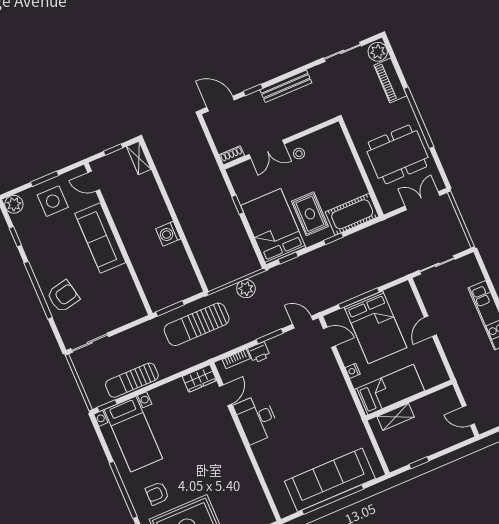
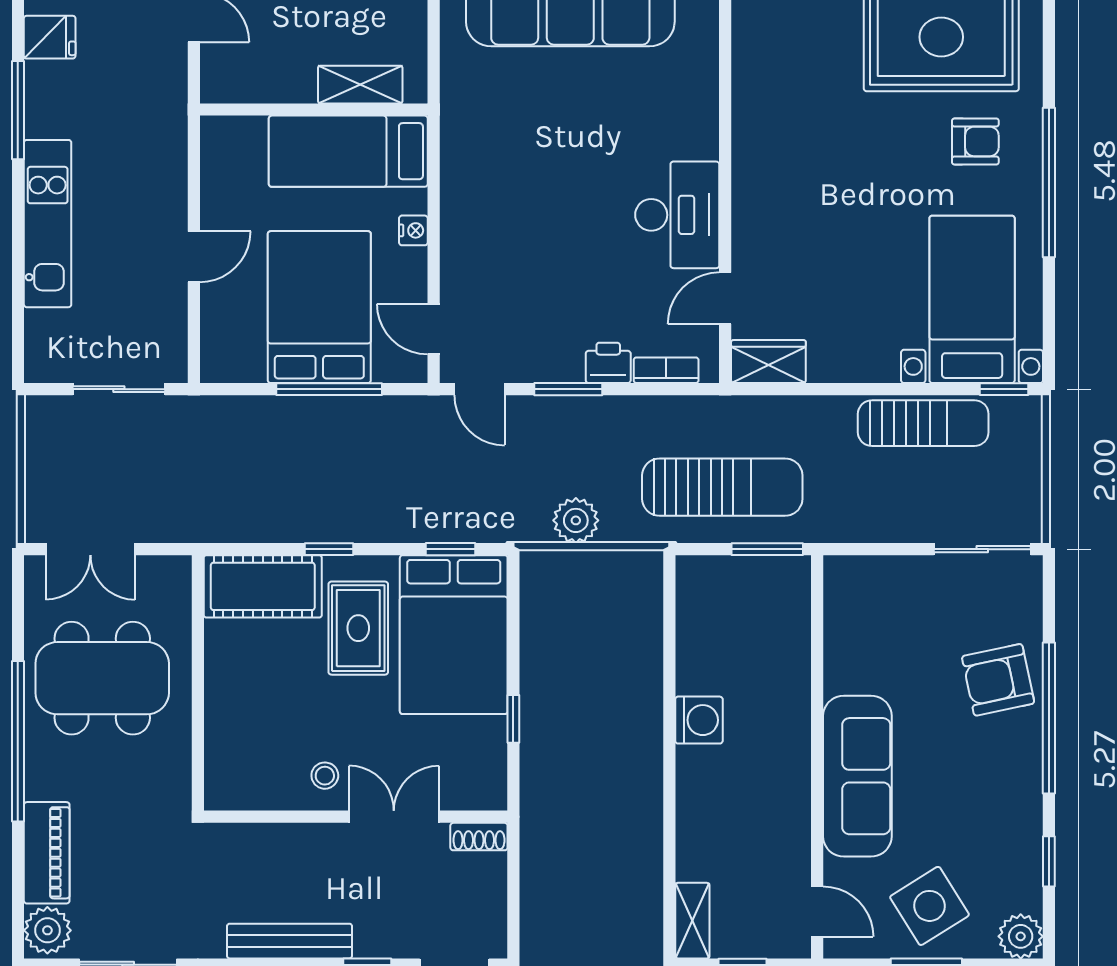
side table: (53, 201) -> (929, 906), turned -32

